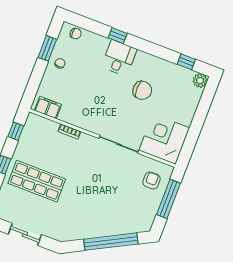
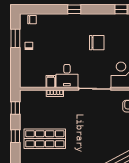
window: (118, 36) -> (74, 9), moved
desk: (119, 58) -> (67, 76), moved, turned 180
filing cabinet: (48, 107) -> (51, 82), moved, width x0.50

